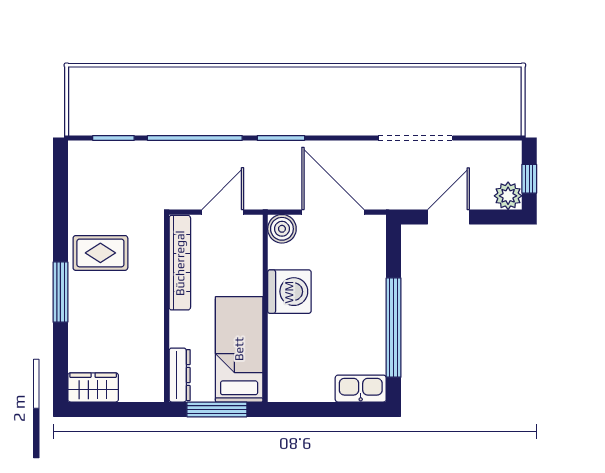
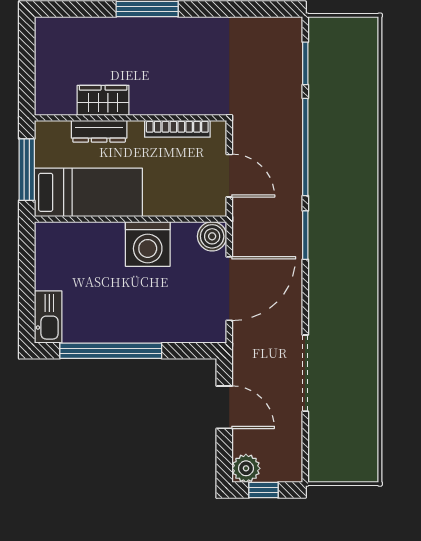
rug: (100, 253) -> (187, 50), removed
bookcase: (180, 263) -> (177, 129), width x0.68, depth x0.76
dresser: (180, 375) -> (99, 131), moved
wardrobe: (93, 387) -> (103, 100), moved, turned -90

